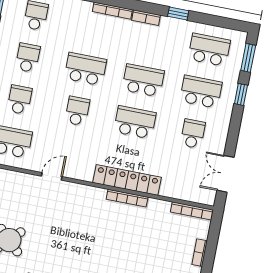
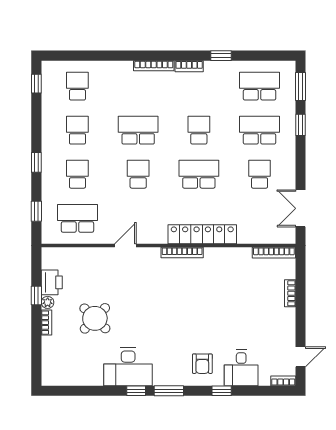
school desk: (143, 80) -> (199, 130), width x0.54
bookcase: (127, 198) -> (182, 252), moved

